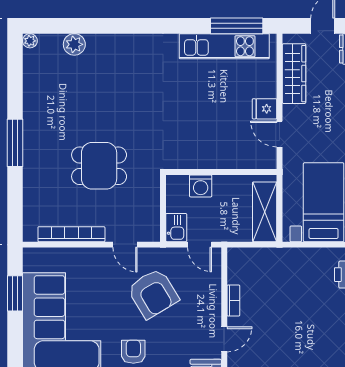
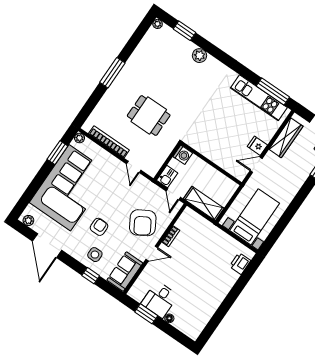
window: (70, 26) -> (184, 31), added
plant: (74, 44) -> (200, 56), moved
door: (280, 134) -> (256, 165), hinge flipped
washing machine: (201, 186) -> (183, 155), moved, turned -90
shelving: (265, 212) -> (204, 203), moved, turned 90
plant: (30, 255) -> (80, 138), added
armchair: (153, 293) -> (143, 223), moved

